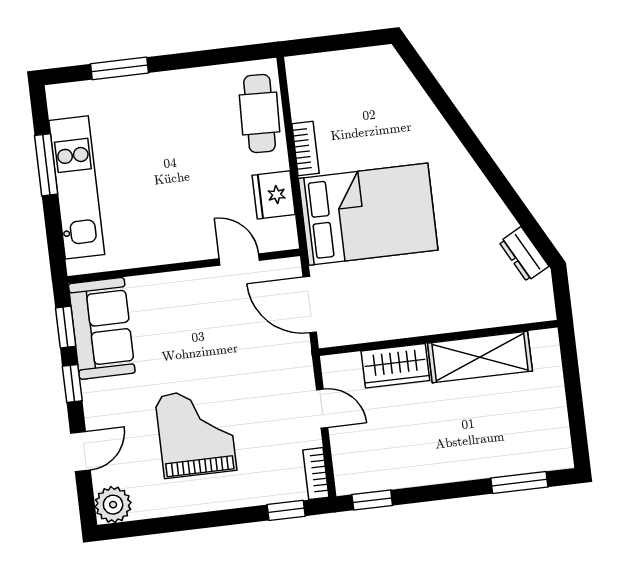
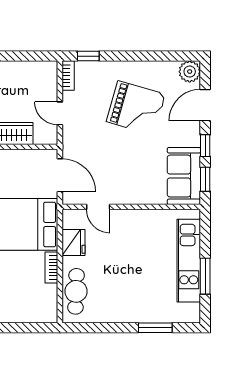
grand piano: (196, 433) -> (136, 108), turned -74
door: (80, 452) -> (205, 105), width x1.38
window: (372, 500) -> (37, 56), removed

